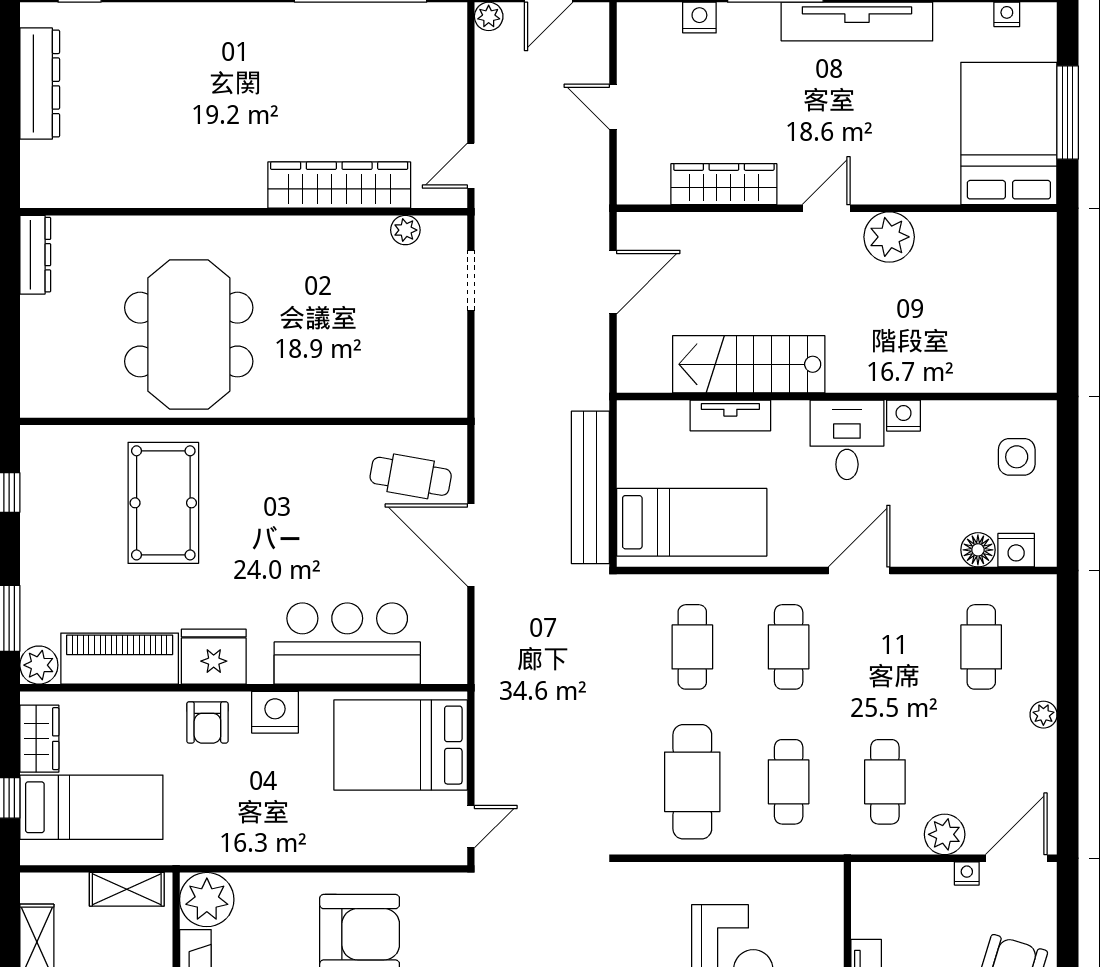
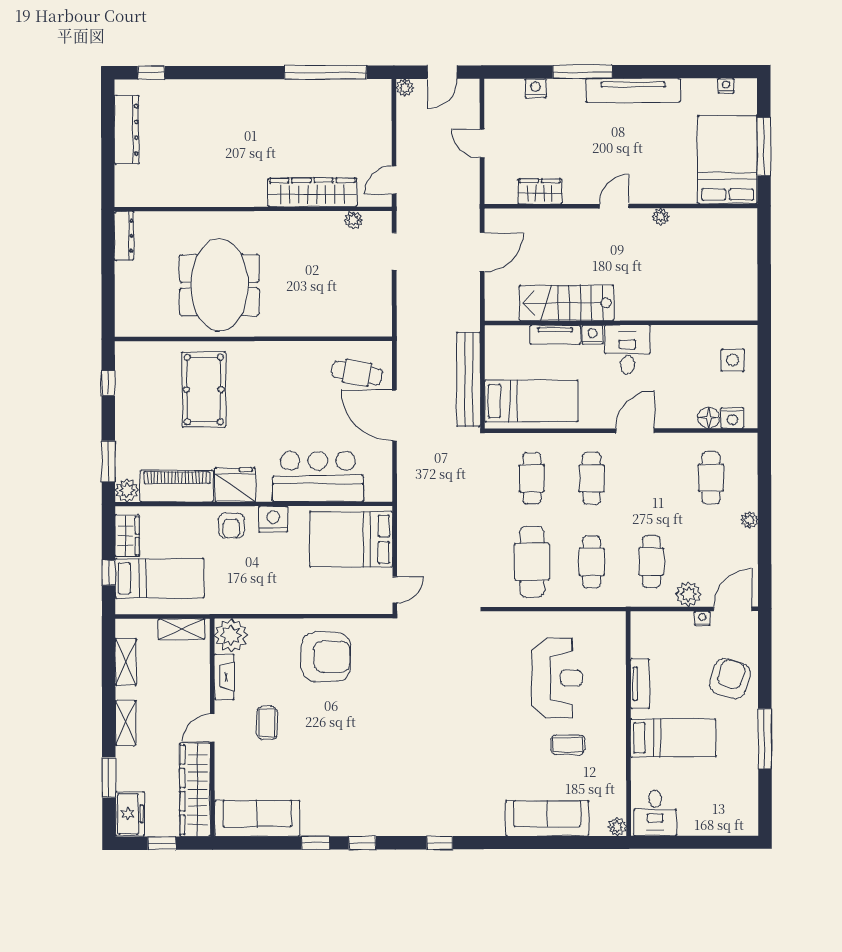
wardrobe: (724, 184) -> (540, 191), width x0.67
plant: (889, 237) -> (661, 217), width x0.53, depth x0.53
nightstand: (904, 416) -> (592, 335), moved

